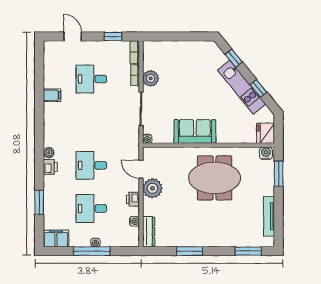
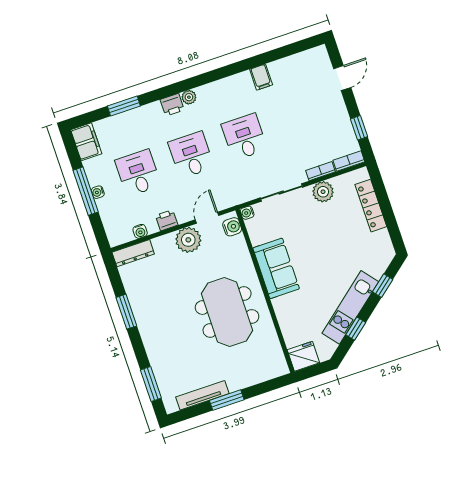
locker: (173, 47) -> (371, 206), added
desk: (91, 79) -> (244, 137), moved
water cooler: (266, 153) -> (232, 227), moved
window: (279, 174) -> (227, 400), moved

